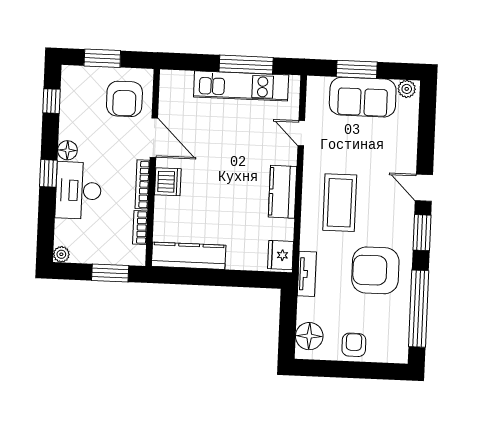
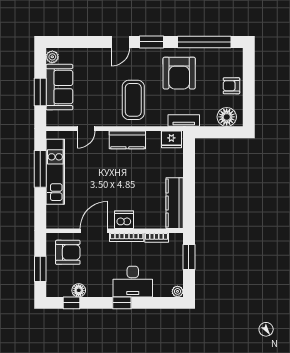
floor lamp: (67, 150) -> (79, 290), moved
coffee table: (340, 203) -> (133, 100), turned 90

